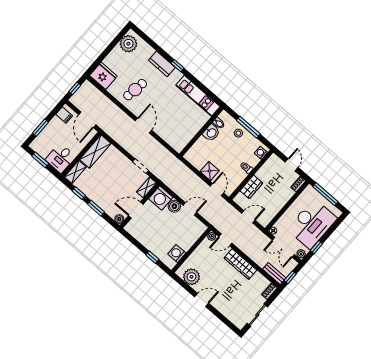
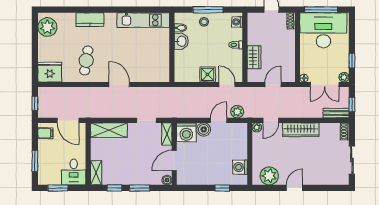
window: (177, 66) -> (104, 10), removed
shelving: (95, 152) -> (109, 130), moved, turned 90
plant: (208, 214) -> (237, 112), added
desk: (312, 224) -> (323, 30), moved, turned -90

